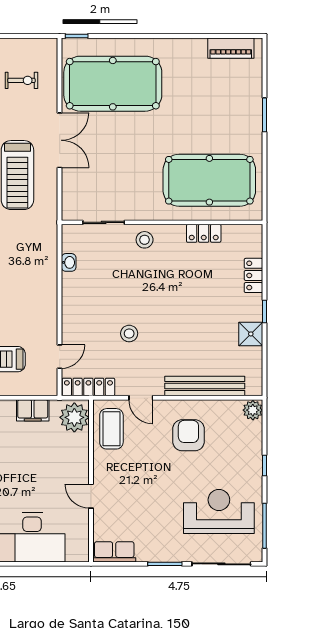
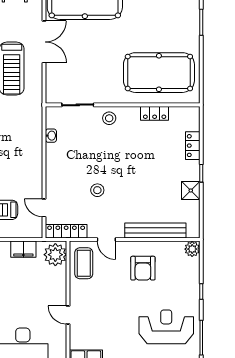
door: (60, 357) -> (44, 208), swing flipped
armchair: (188, 435) -> (143, 268), turned 180

